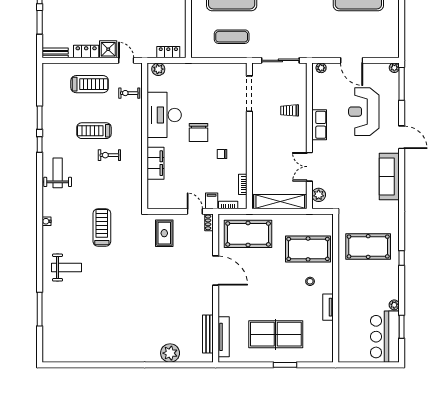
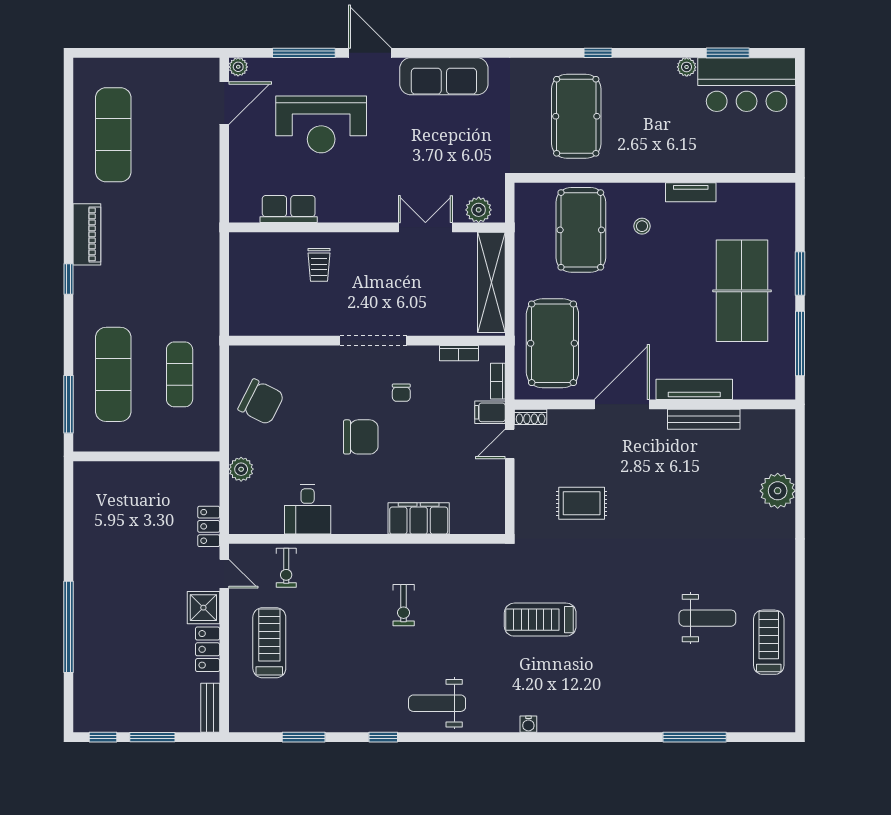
locker: (168, 52) -> (209, 526), moved
door: (126, 60) -> (224, 574), swing flipped
sliding door: (280, 60) -> (224, 282), removed
door: (352, 60) -> (224, 103), moved
plant: (321, 68) -> (238, 205), removed
plant: (158, 69) -> (241, 469), moved
chair: (217, 80) -> (261, 402), added
window: (402, 84) -> (304, 53), moved
doorway: (249, 94) -> (373, 341), moved
desk: (164, 115) -> (308, 509), width x0.53, depth x0.77
window: (40, 118) -> (304, 737), moved
row of seats: (319, 125) -> (289, 209), moved
treadmill: (94, 131) -> (769, 642), moved, turned 180
door: (402, 137) -> (370, 53), hinge flipped
double door: (309, 167) -> (425, 227), swing flipped
rug: (164, 233) -> (582, 503), moved
weight bench: (66, 268) -> (707, 618), moved, turned 90
bench: (208, 334) -> (704, 419), moved
tv unit: (224, 337) -> (694, 389), moved
window: (248, 365) -> (800, 343), added

